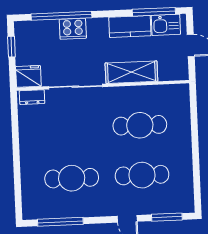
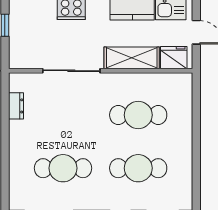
fridge: (28, 76) -> (174, 58), moved
dresser: (32, 97) -> (16, 106), moved, turned -90

